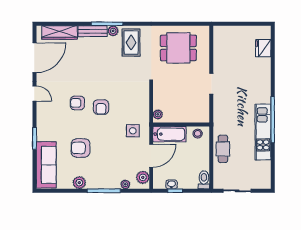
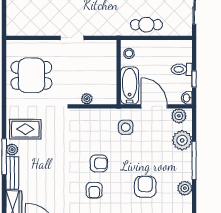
dining table: (178, 48) -> (31, 75), turned 90
plant: (158, 114) -> (87, 99), moved
armchair: (81, 148) -> (145, 187), turned 180
toilet: (204, 180) -> (182, 69), moved
plant: (125, 184) -> (182, 140), width x1.88, depth x1.88
washbasin: (171, 184) -> (187, 98), moved

